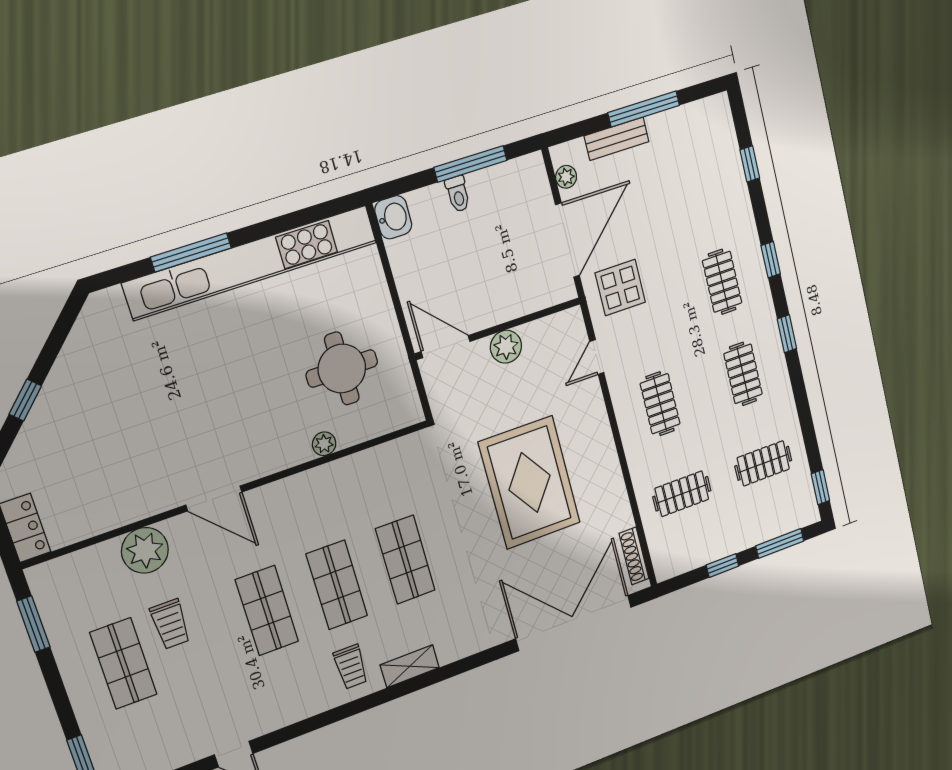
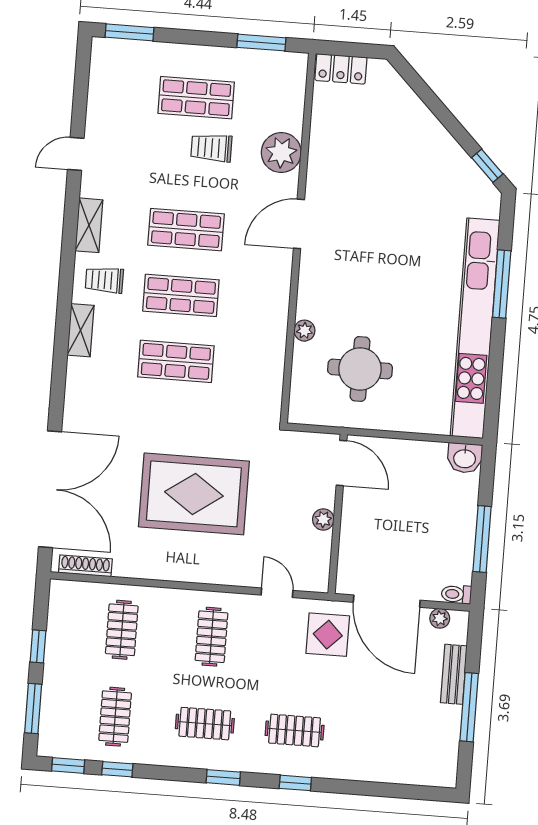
window: (750, 164) -> (117, 769), moved
toilet: (458, 194) -> (456, 594), moved
door: (446, 347) -> (342, 463), hinge flipped
plant: (506, 347) -> (323, 519), width x0.73, depth x0.73
window: (25, 400) -> (487, 166), moved
clothes rail: (660, 404) -> (212, 637), turned 90
shelving: (302, 707) -> (89, 225), added

